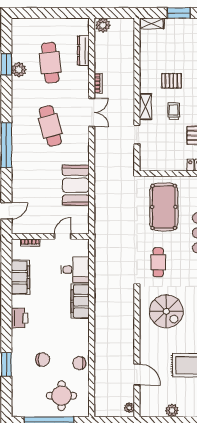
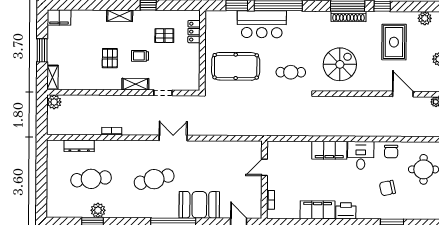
plant: (103, 25) -> (54, 102), moved
double door: (92, 112) -> (173, 138), moved
booth: (76, 185) -> (199, 205), moved
door: (63, 236) -> (264, 167), hinge flipped
desk: (75, 270) -> (361, 155), moved
filing cabinet: (20, 277) -> (318, 210), moved
chair: (43, 360) -> (387, 188), turned -102
door: (137, 375) -> (403, 94), hinge flipped

